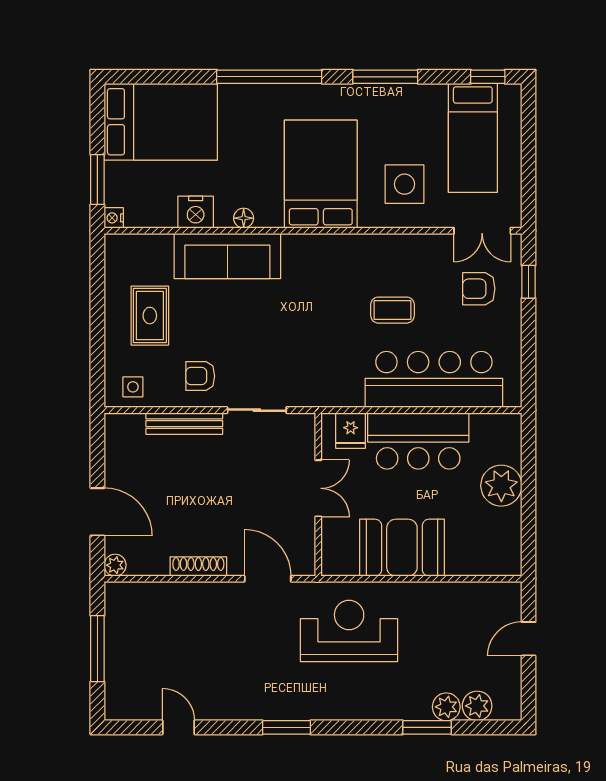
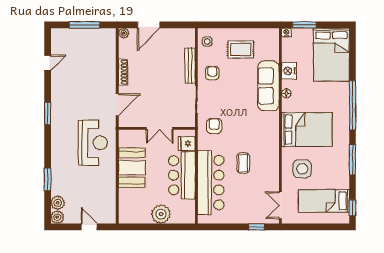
armchair: (479, 289) -> (214, 126), moved
plant: (446, 707) -> (57, 217), moved

